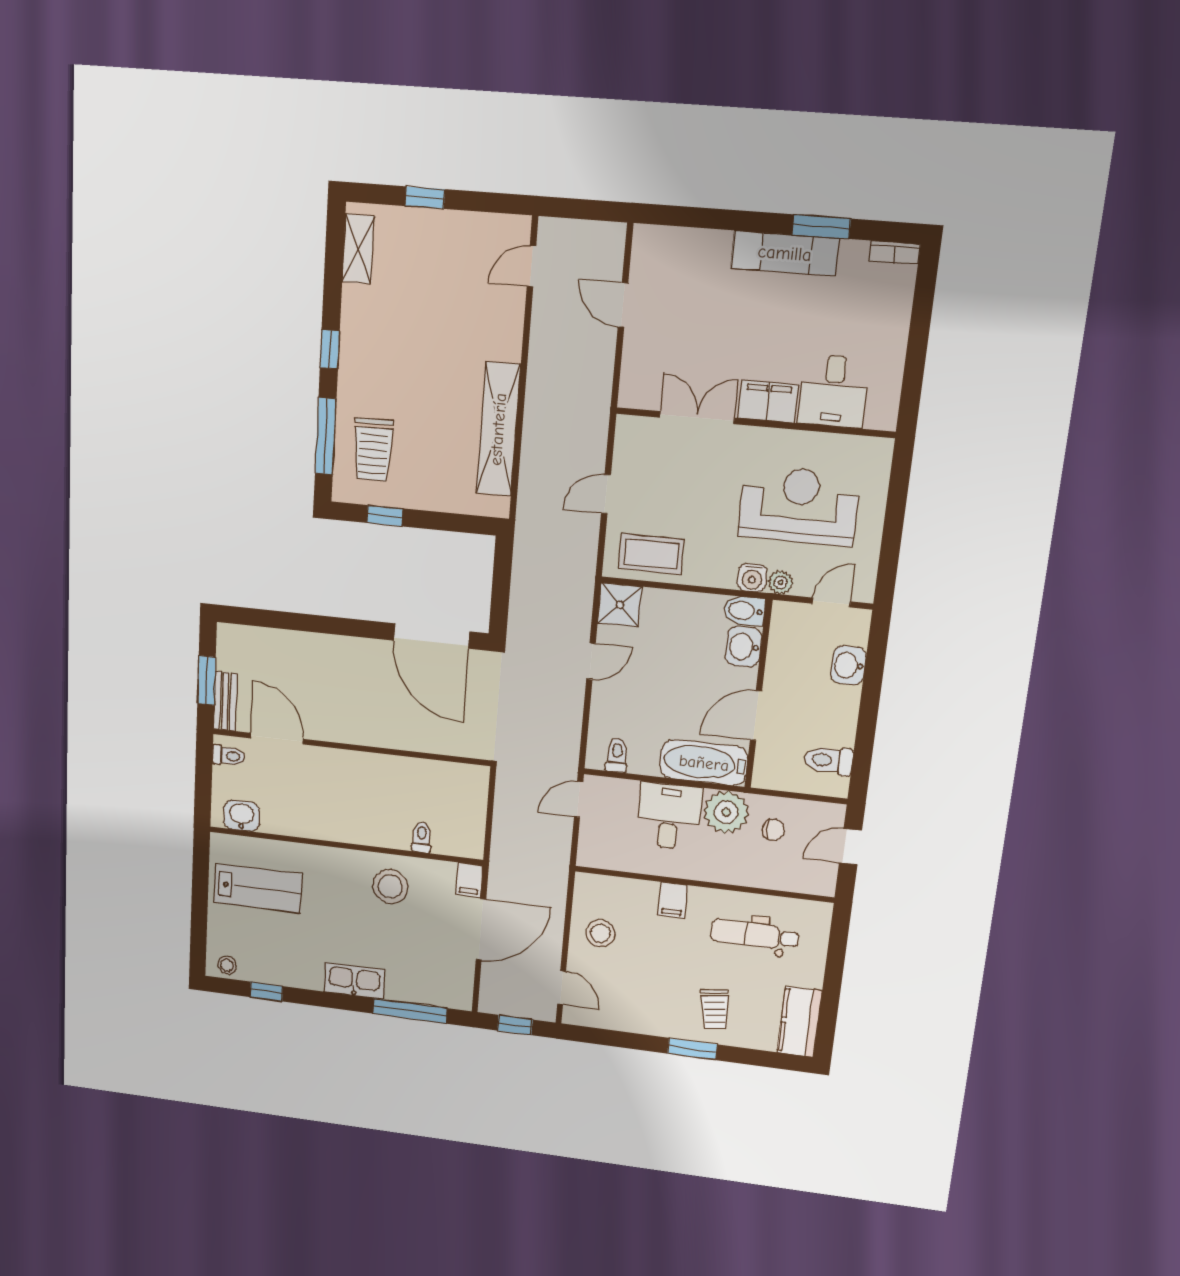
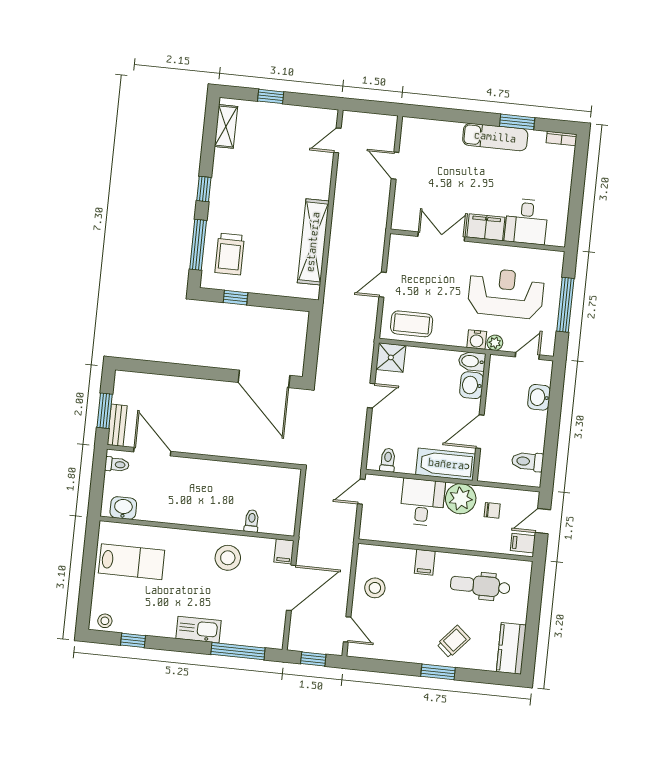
window: (894, 523) -> (565, 305), added
filing cabinet: (819, 877) -> (523, 543), added
trolley: (715, 1009) -> (453, 641), turned -131

